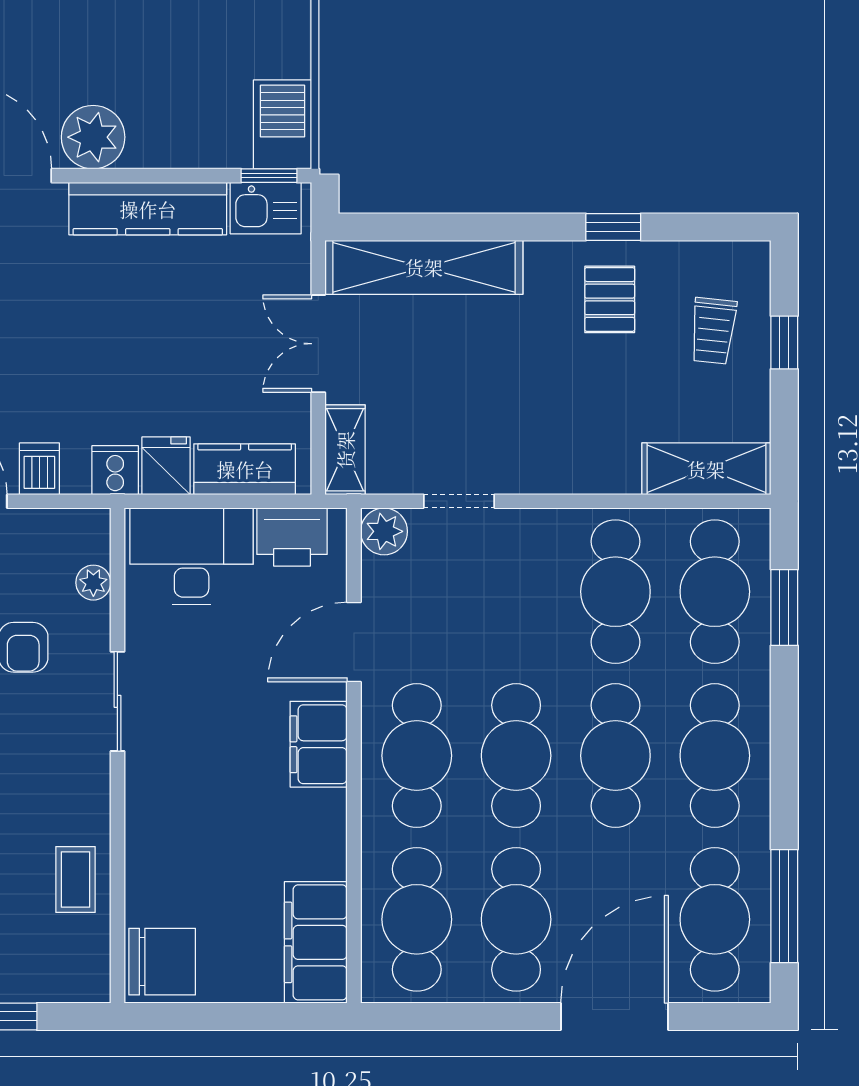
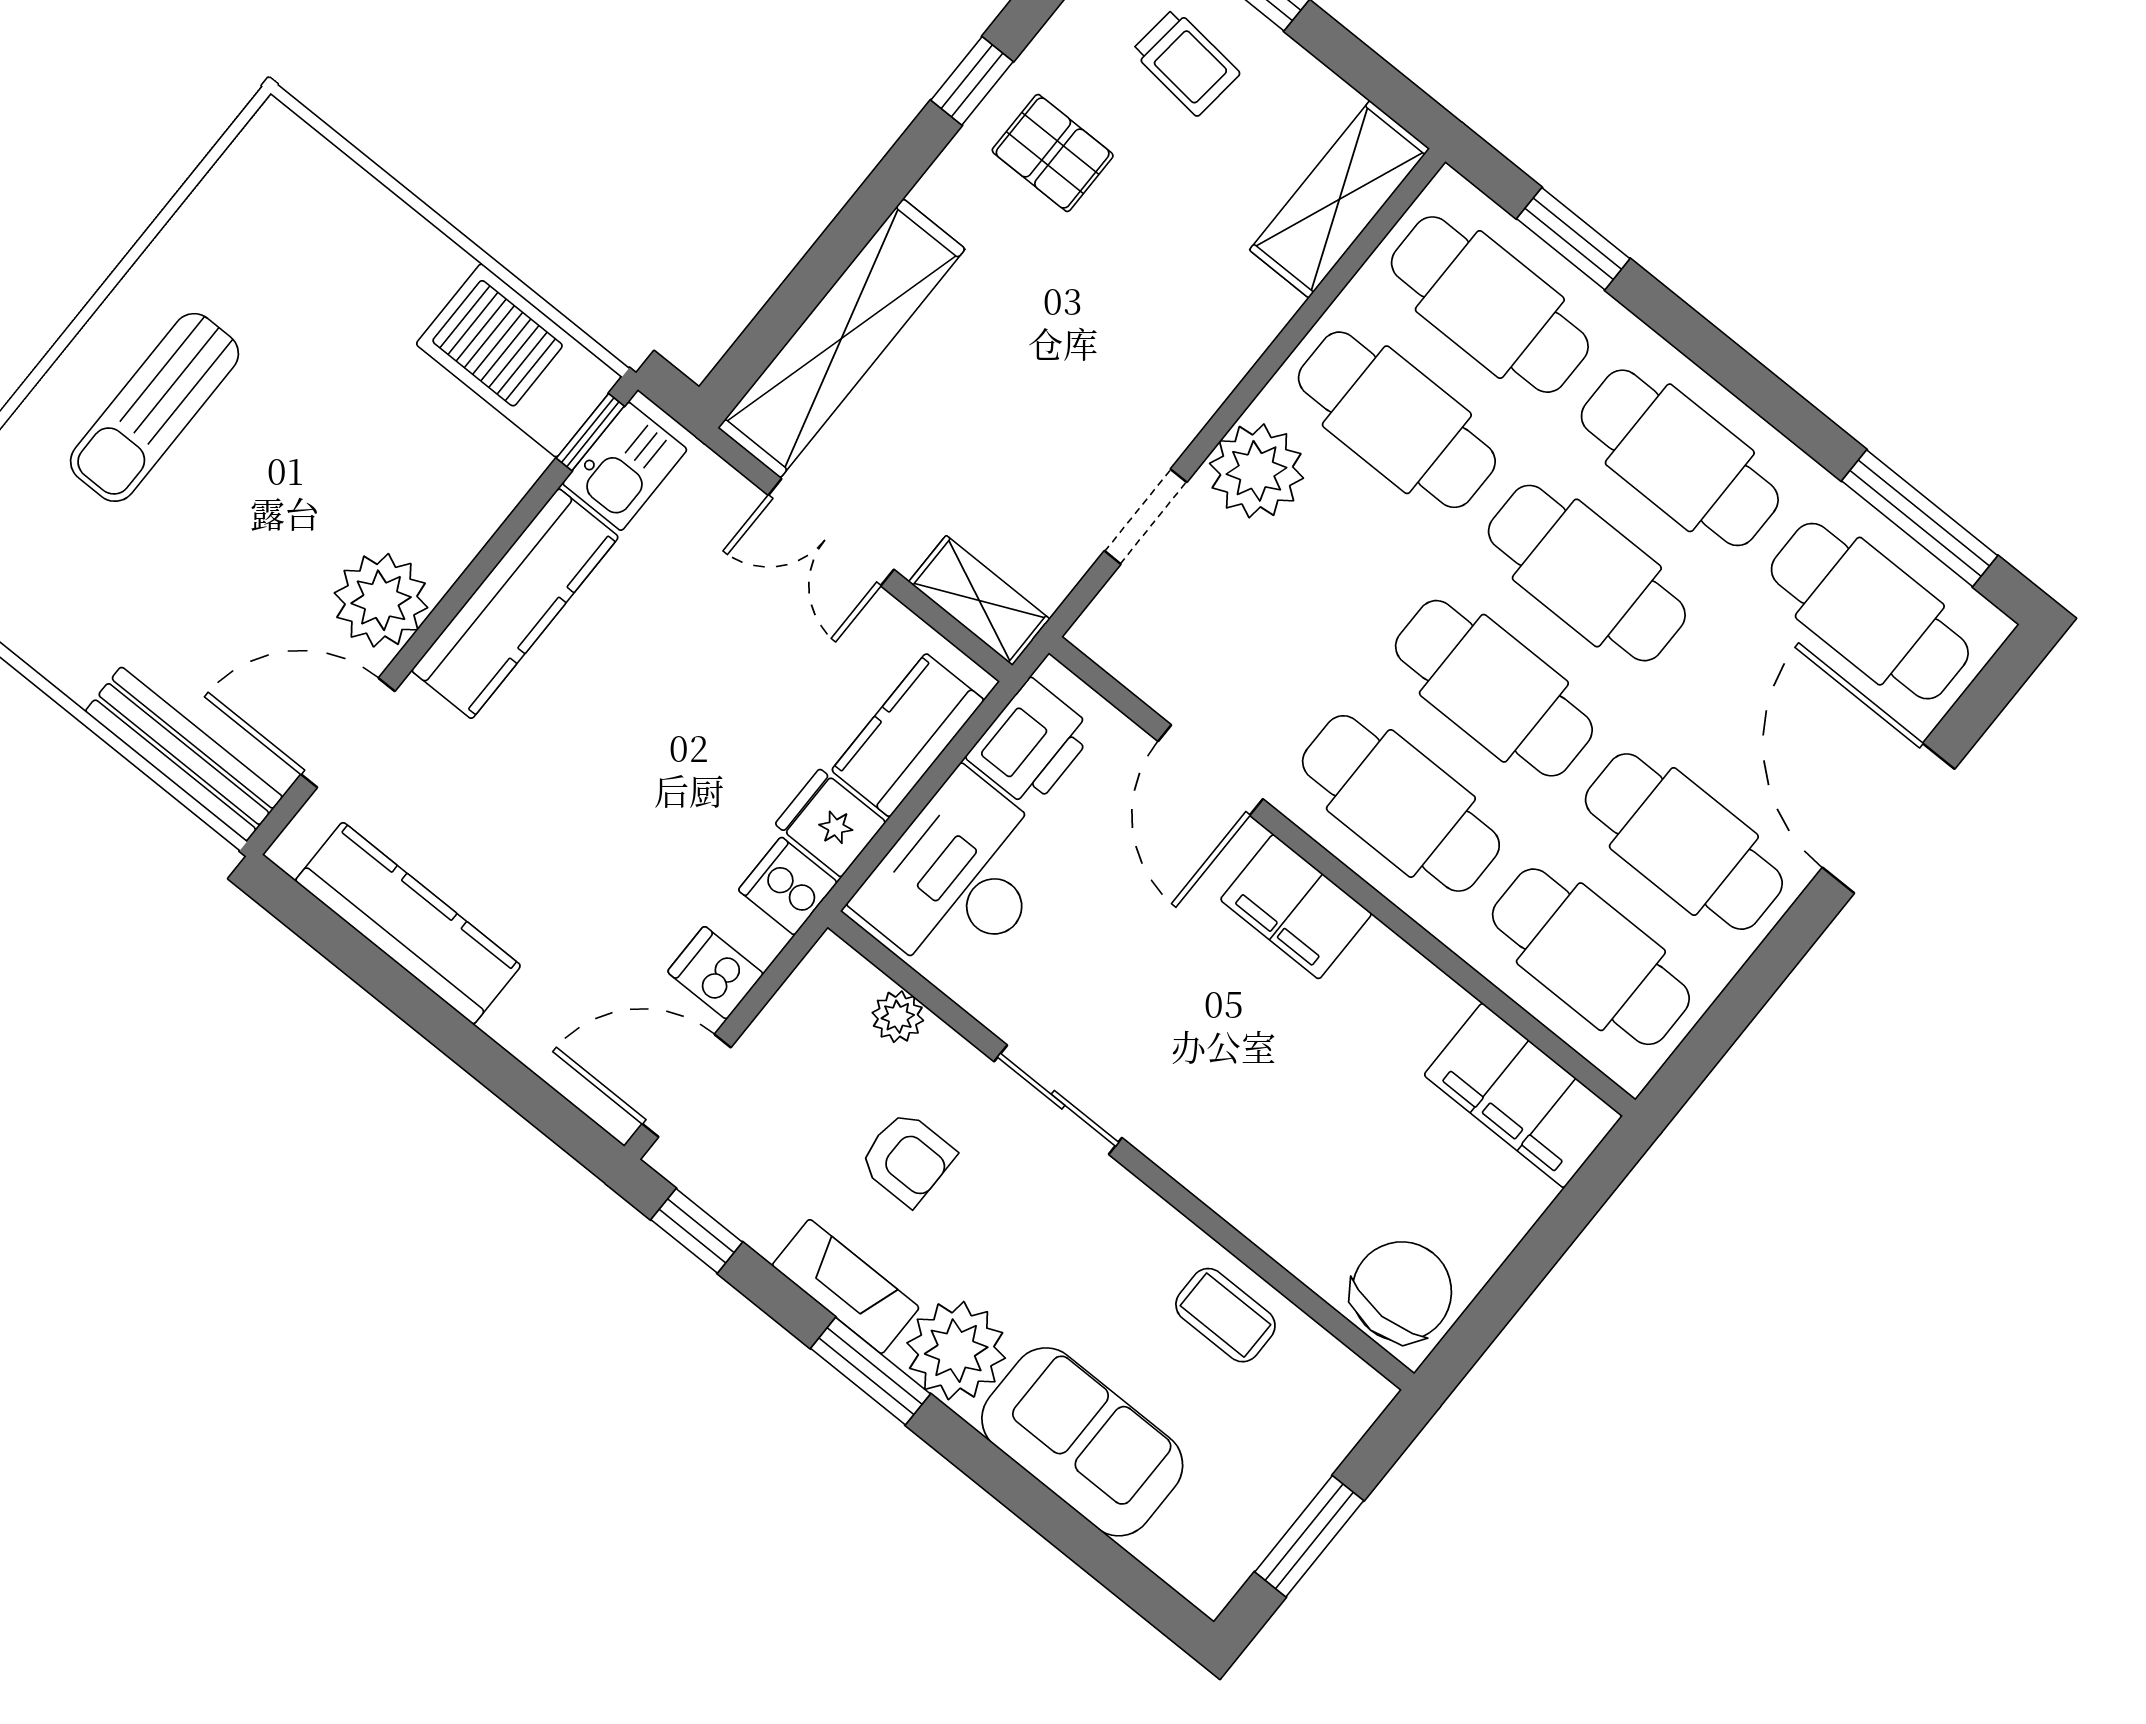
barbecue: (282, 124) -> (519, 360), width x1.37, depth x1.21
plant: (384, 531) -> (1257, 471), moved, width x1.36, depth x1.36

